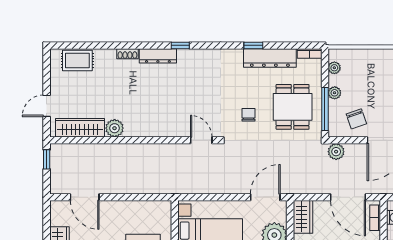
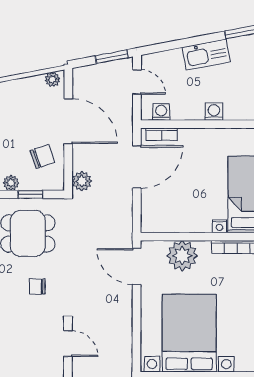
window: (325, 109) -> (31, 194), width x0.46
door: (201, 140) -> (68, 344), swing flipped
wardrobe: (303, 217) -> (160, 221), removed

